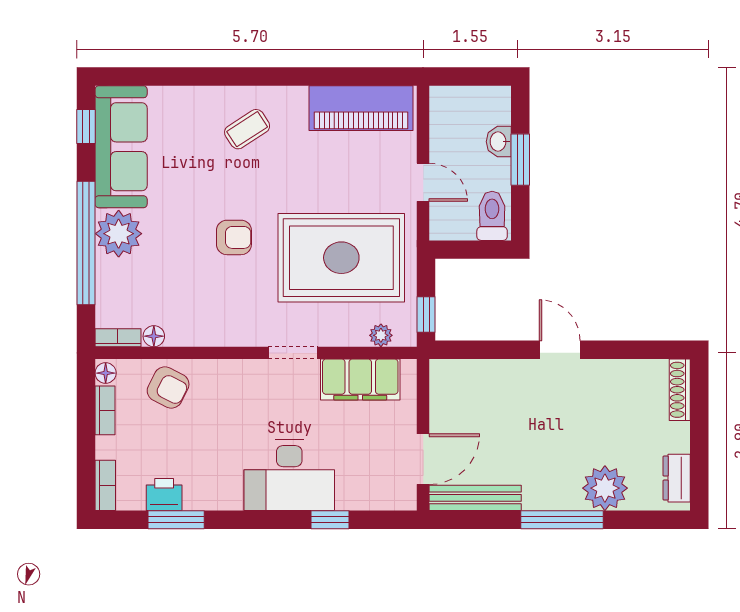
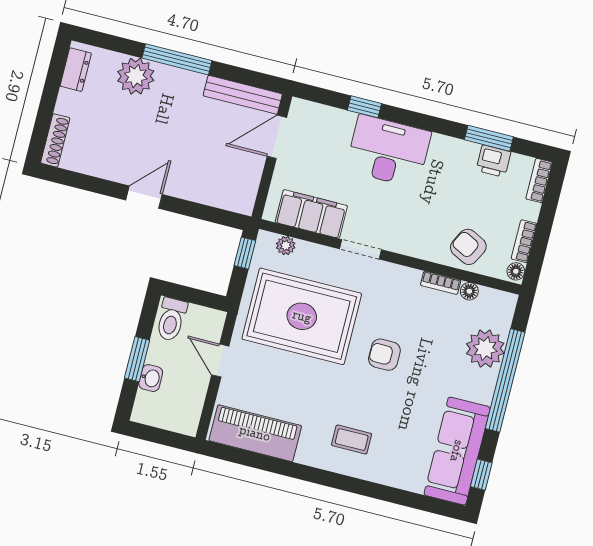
coffee table: (247, 129) -> (352, 439), turned 33
plant: (119, 234) -> (485, 348), moved
bookcase: (118, 338) -> (441, 283), moved
door: (560, 350) -> (144, 197), swing flipped

